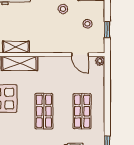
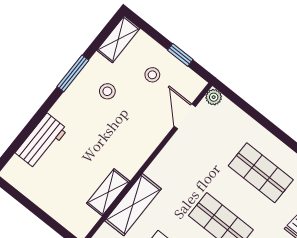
door: (80, 55) -> (185, 116), swing flipped

